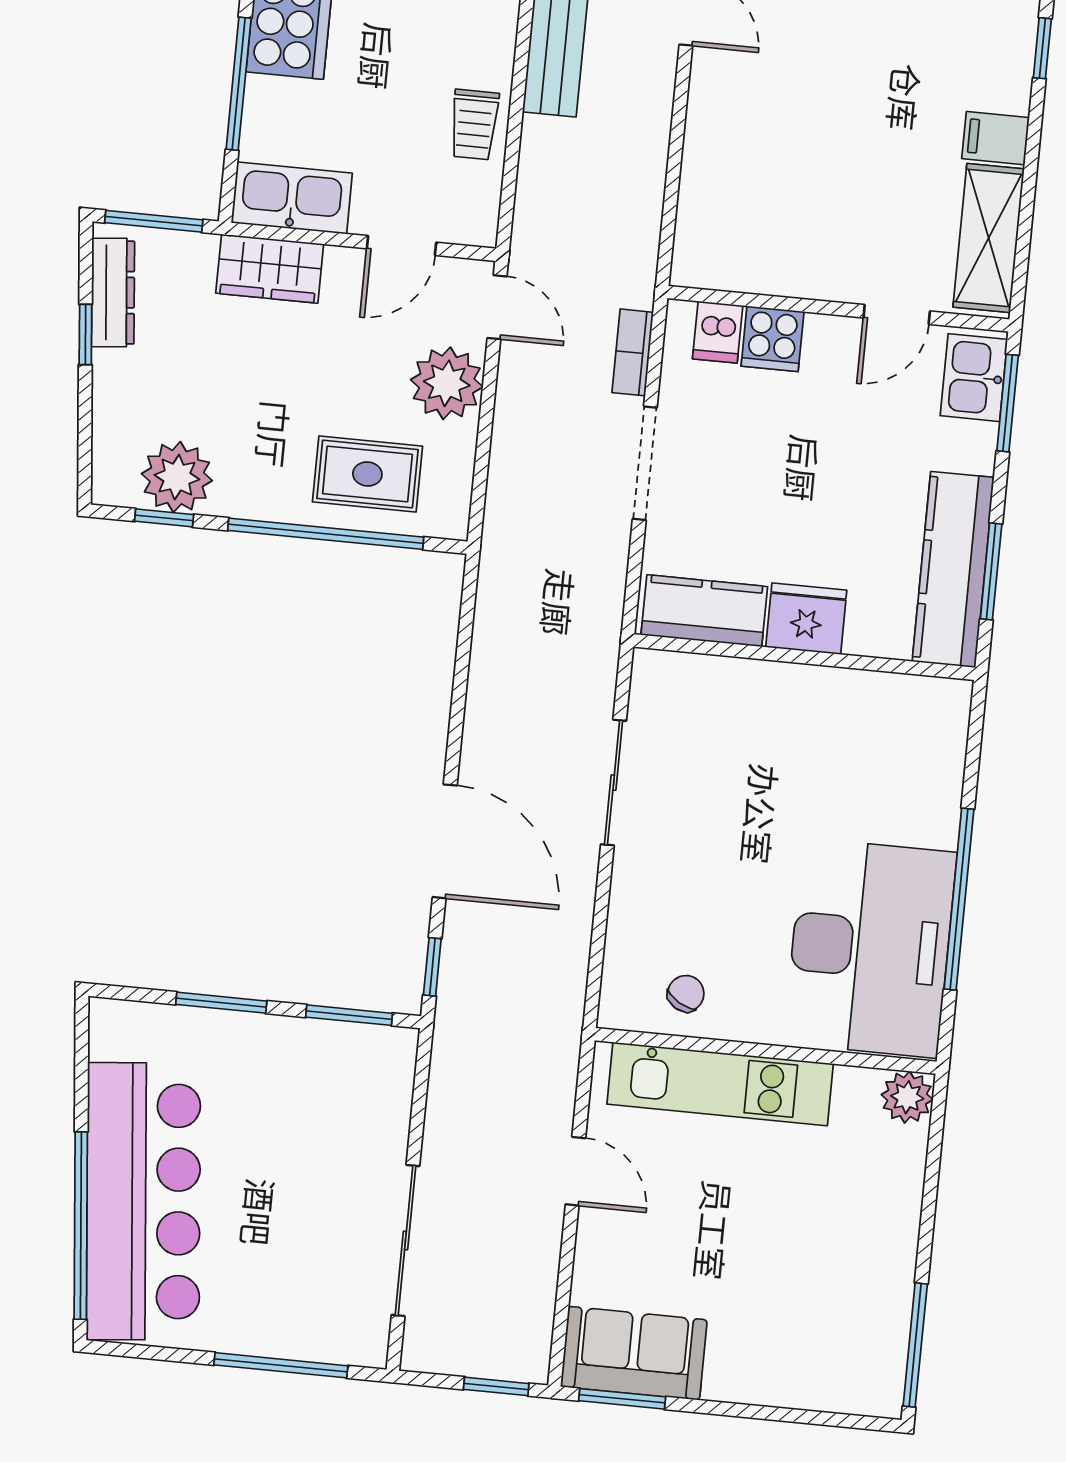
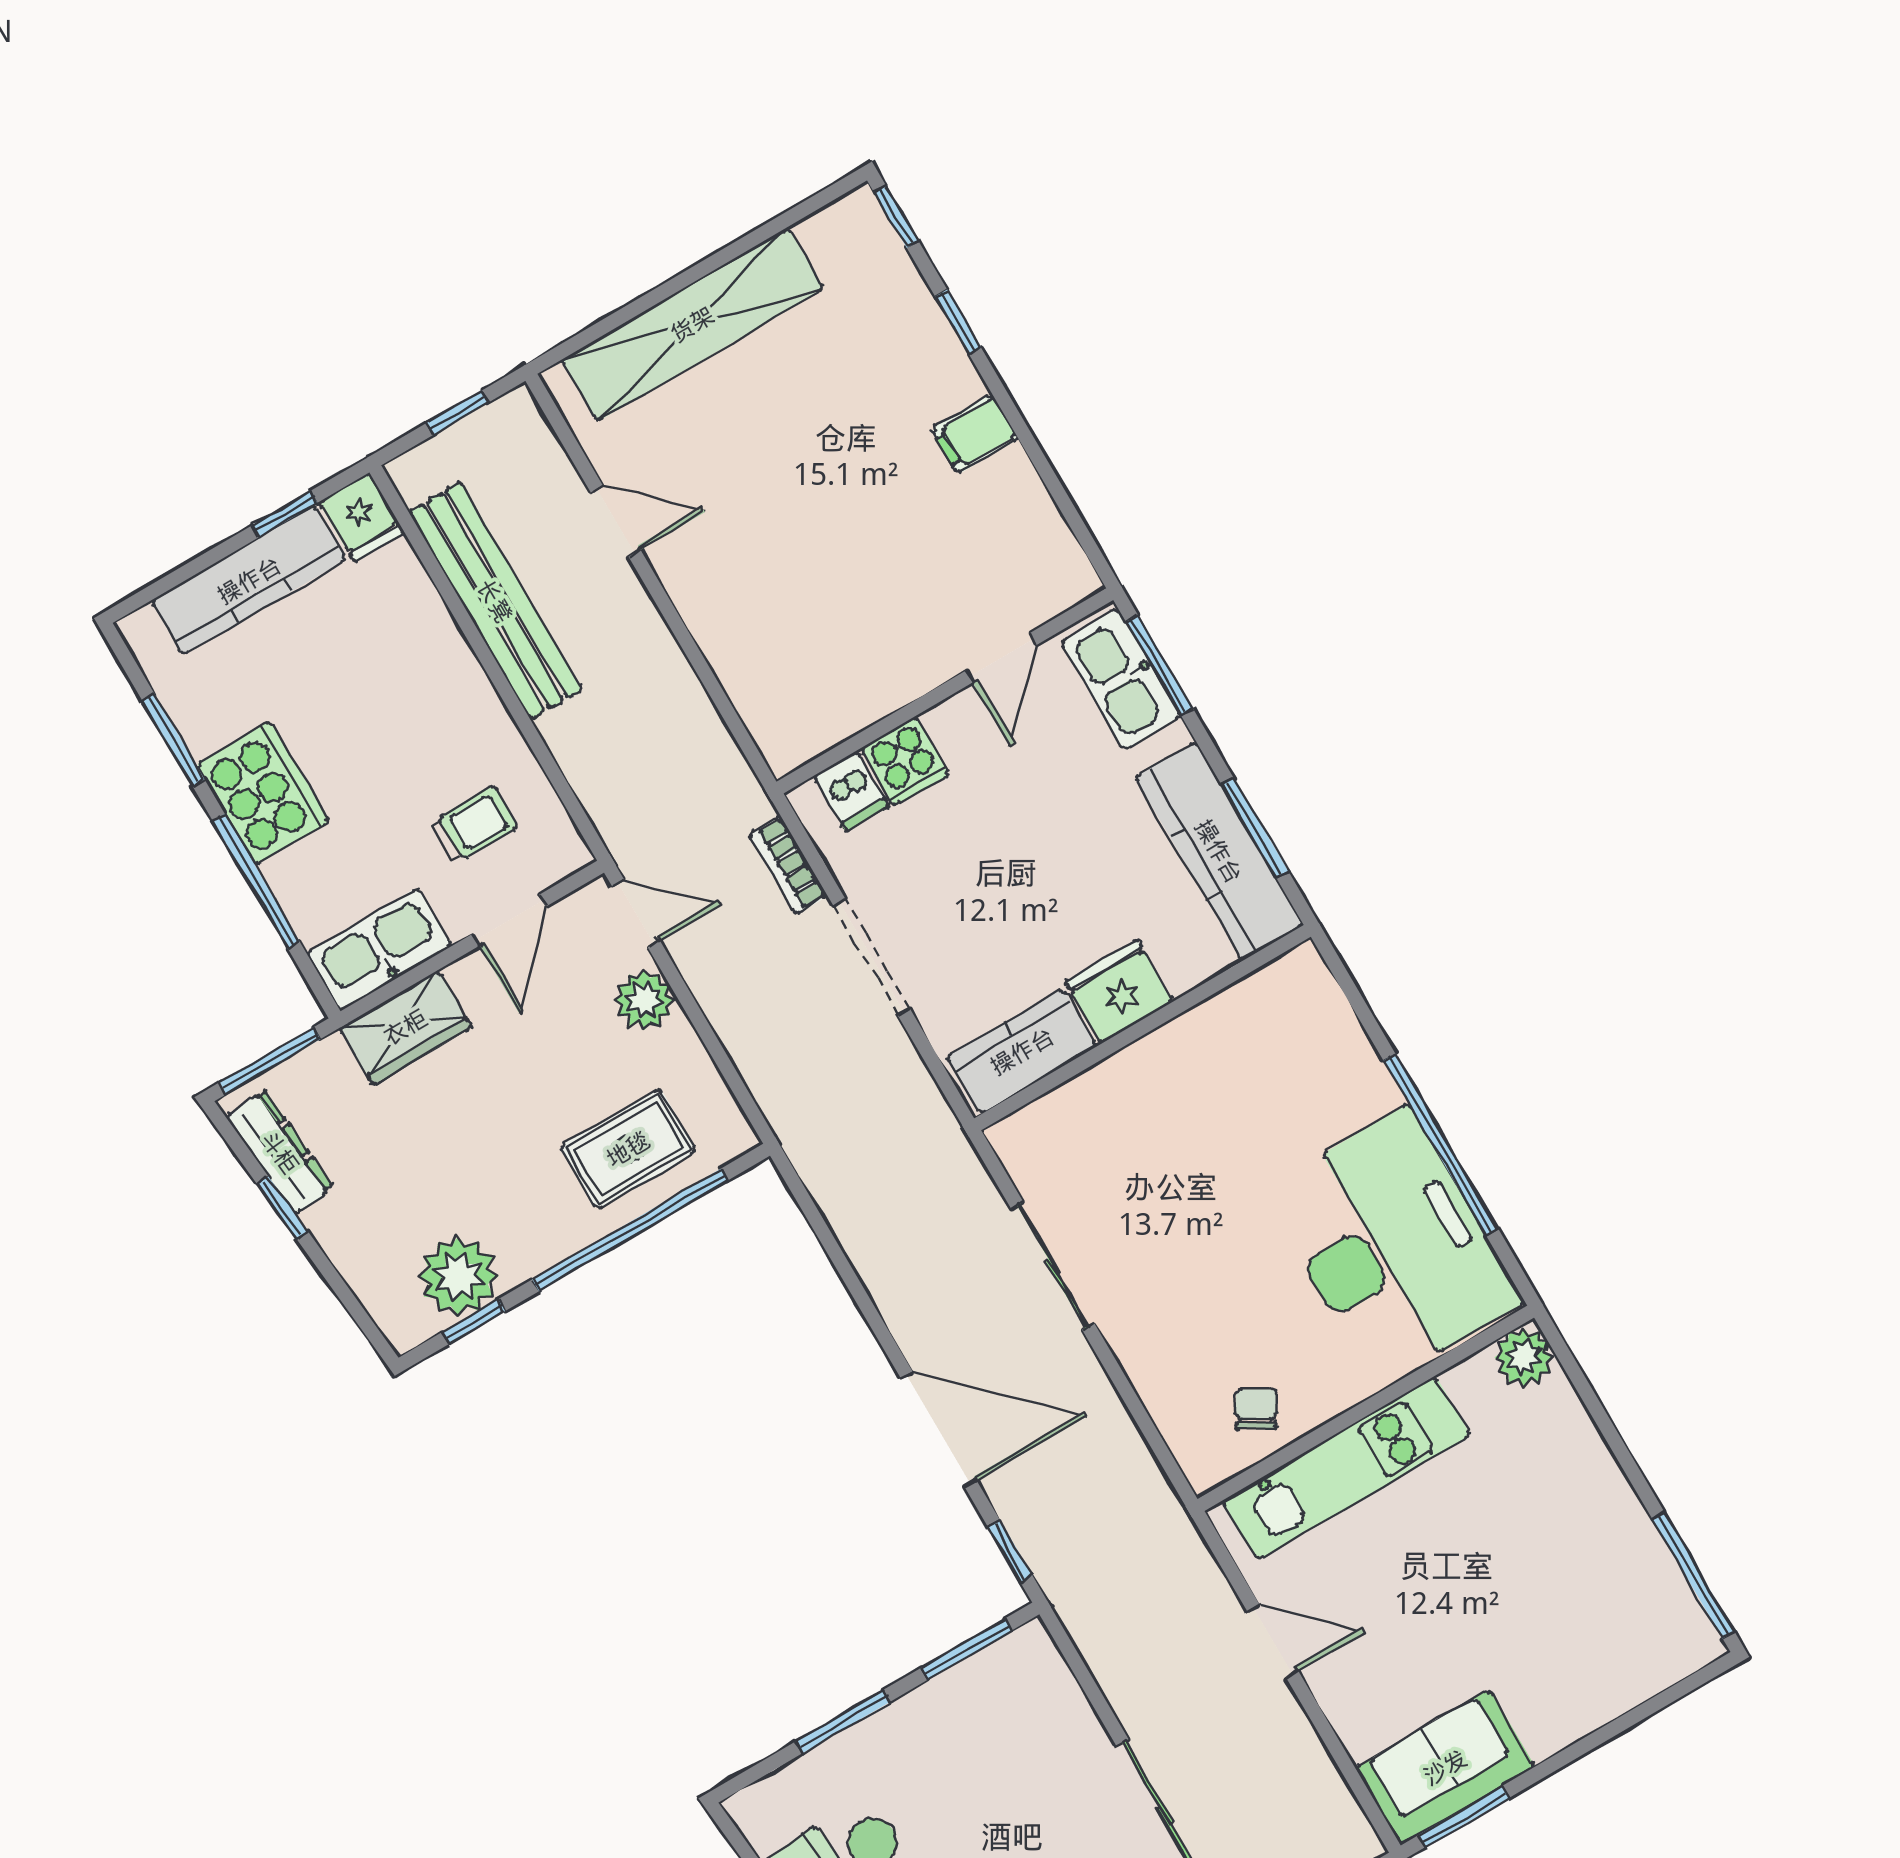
trolley: (474, 125) -> (474, 825), moved, turned -90
shelving: (989, 238) -> (1034, 529), removed
kitchen sink: (974, 378) -> (1121, 679), width x1.38
plant: (447, 383) -> (644, 1000), width x0.73, depth x0.73

